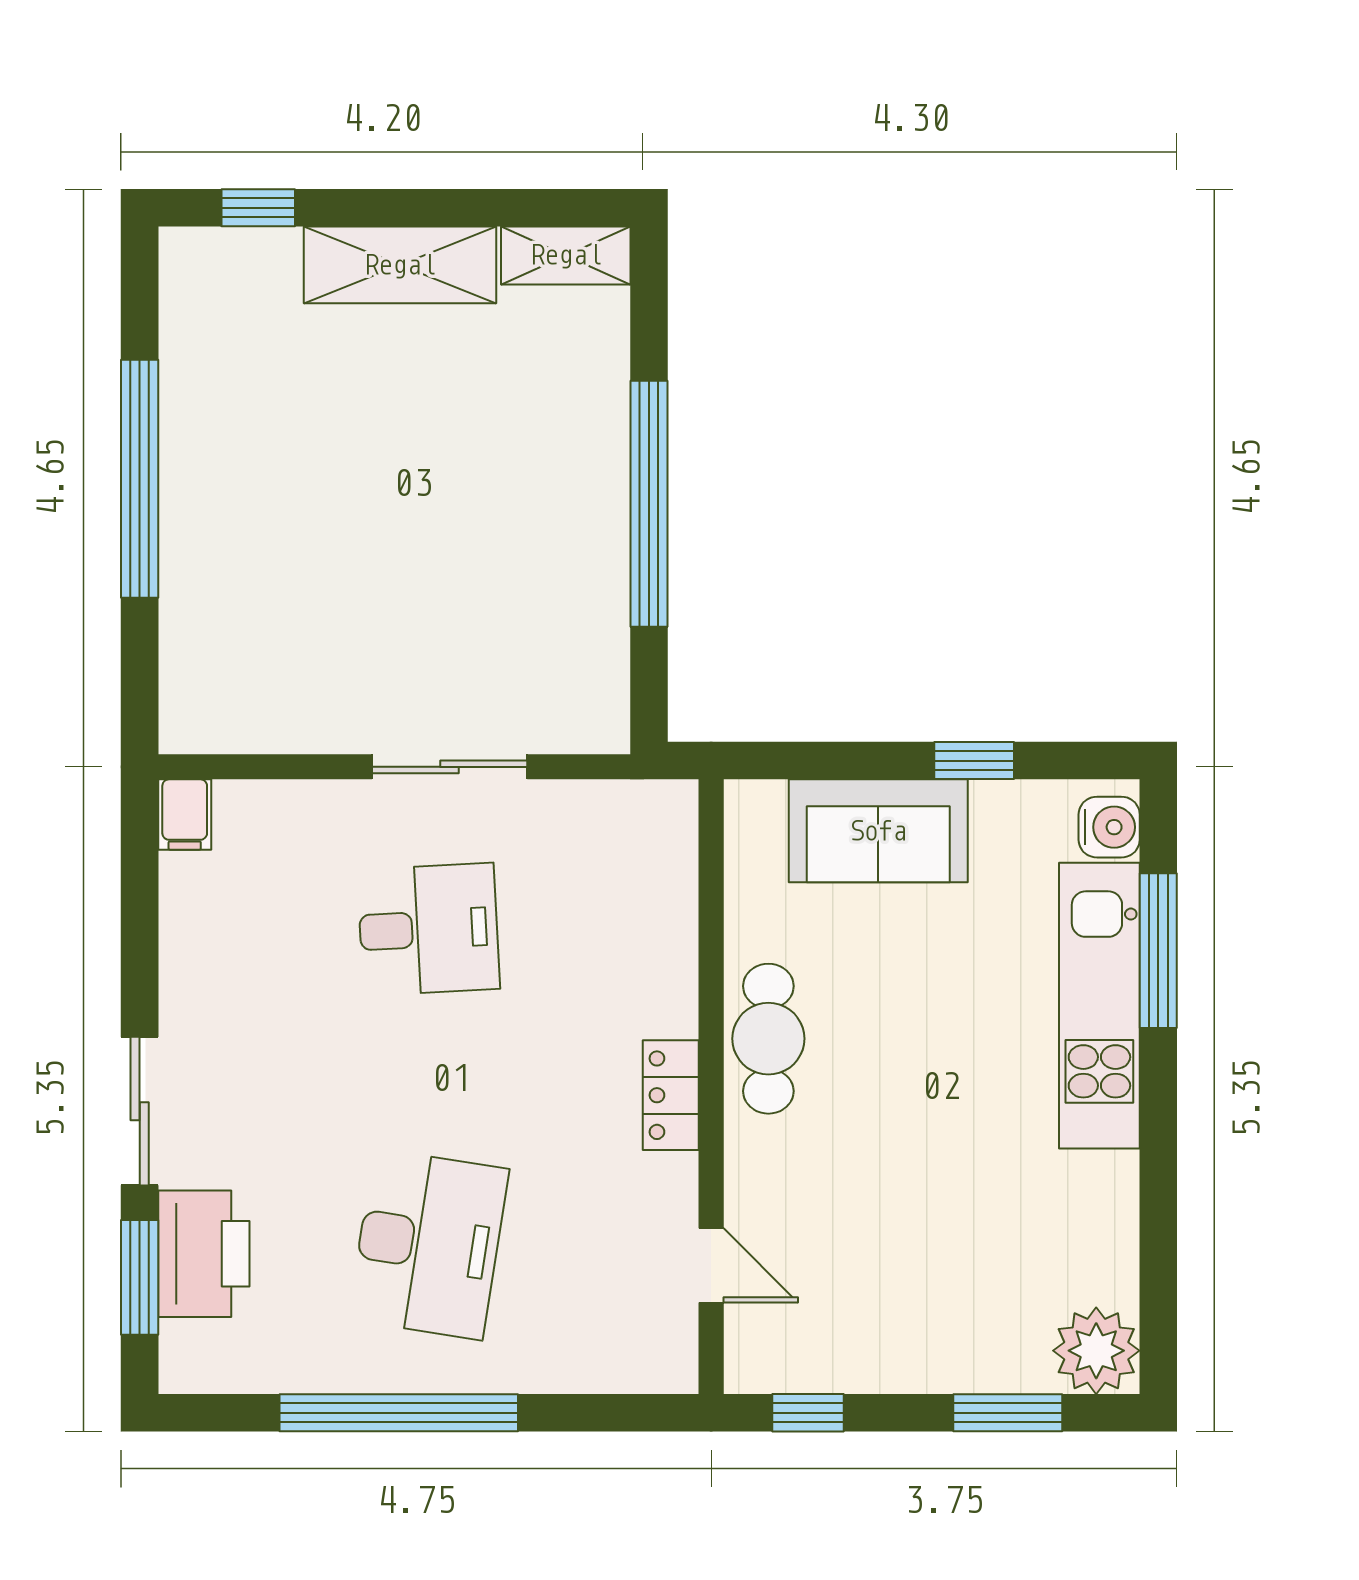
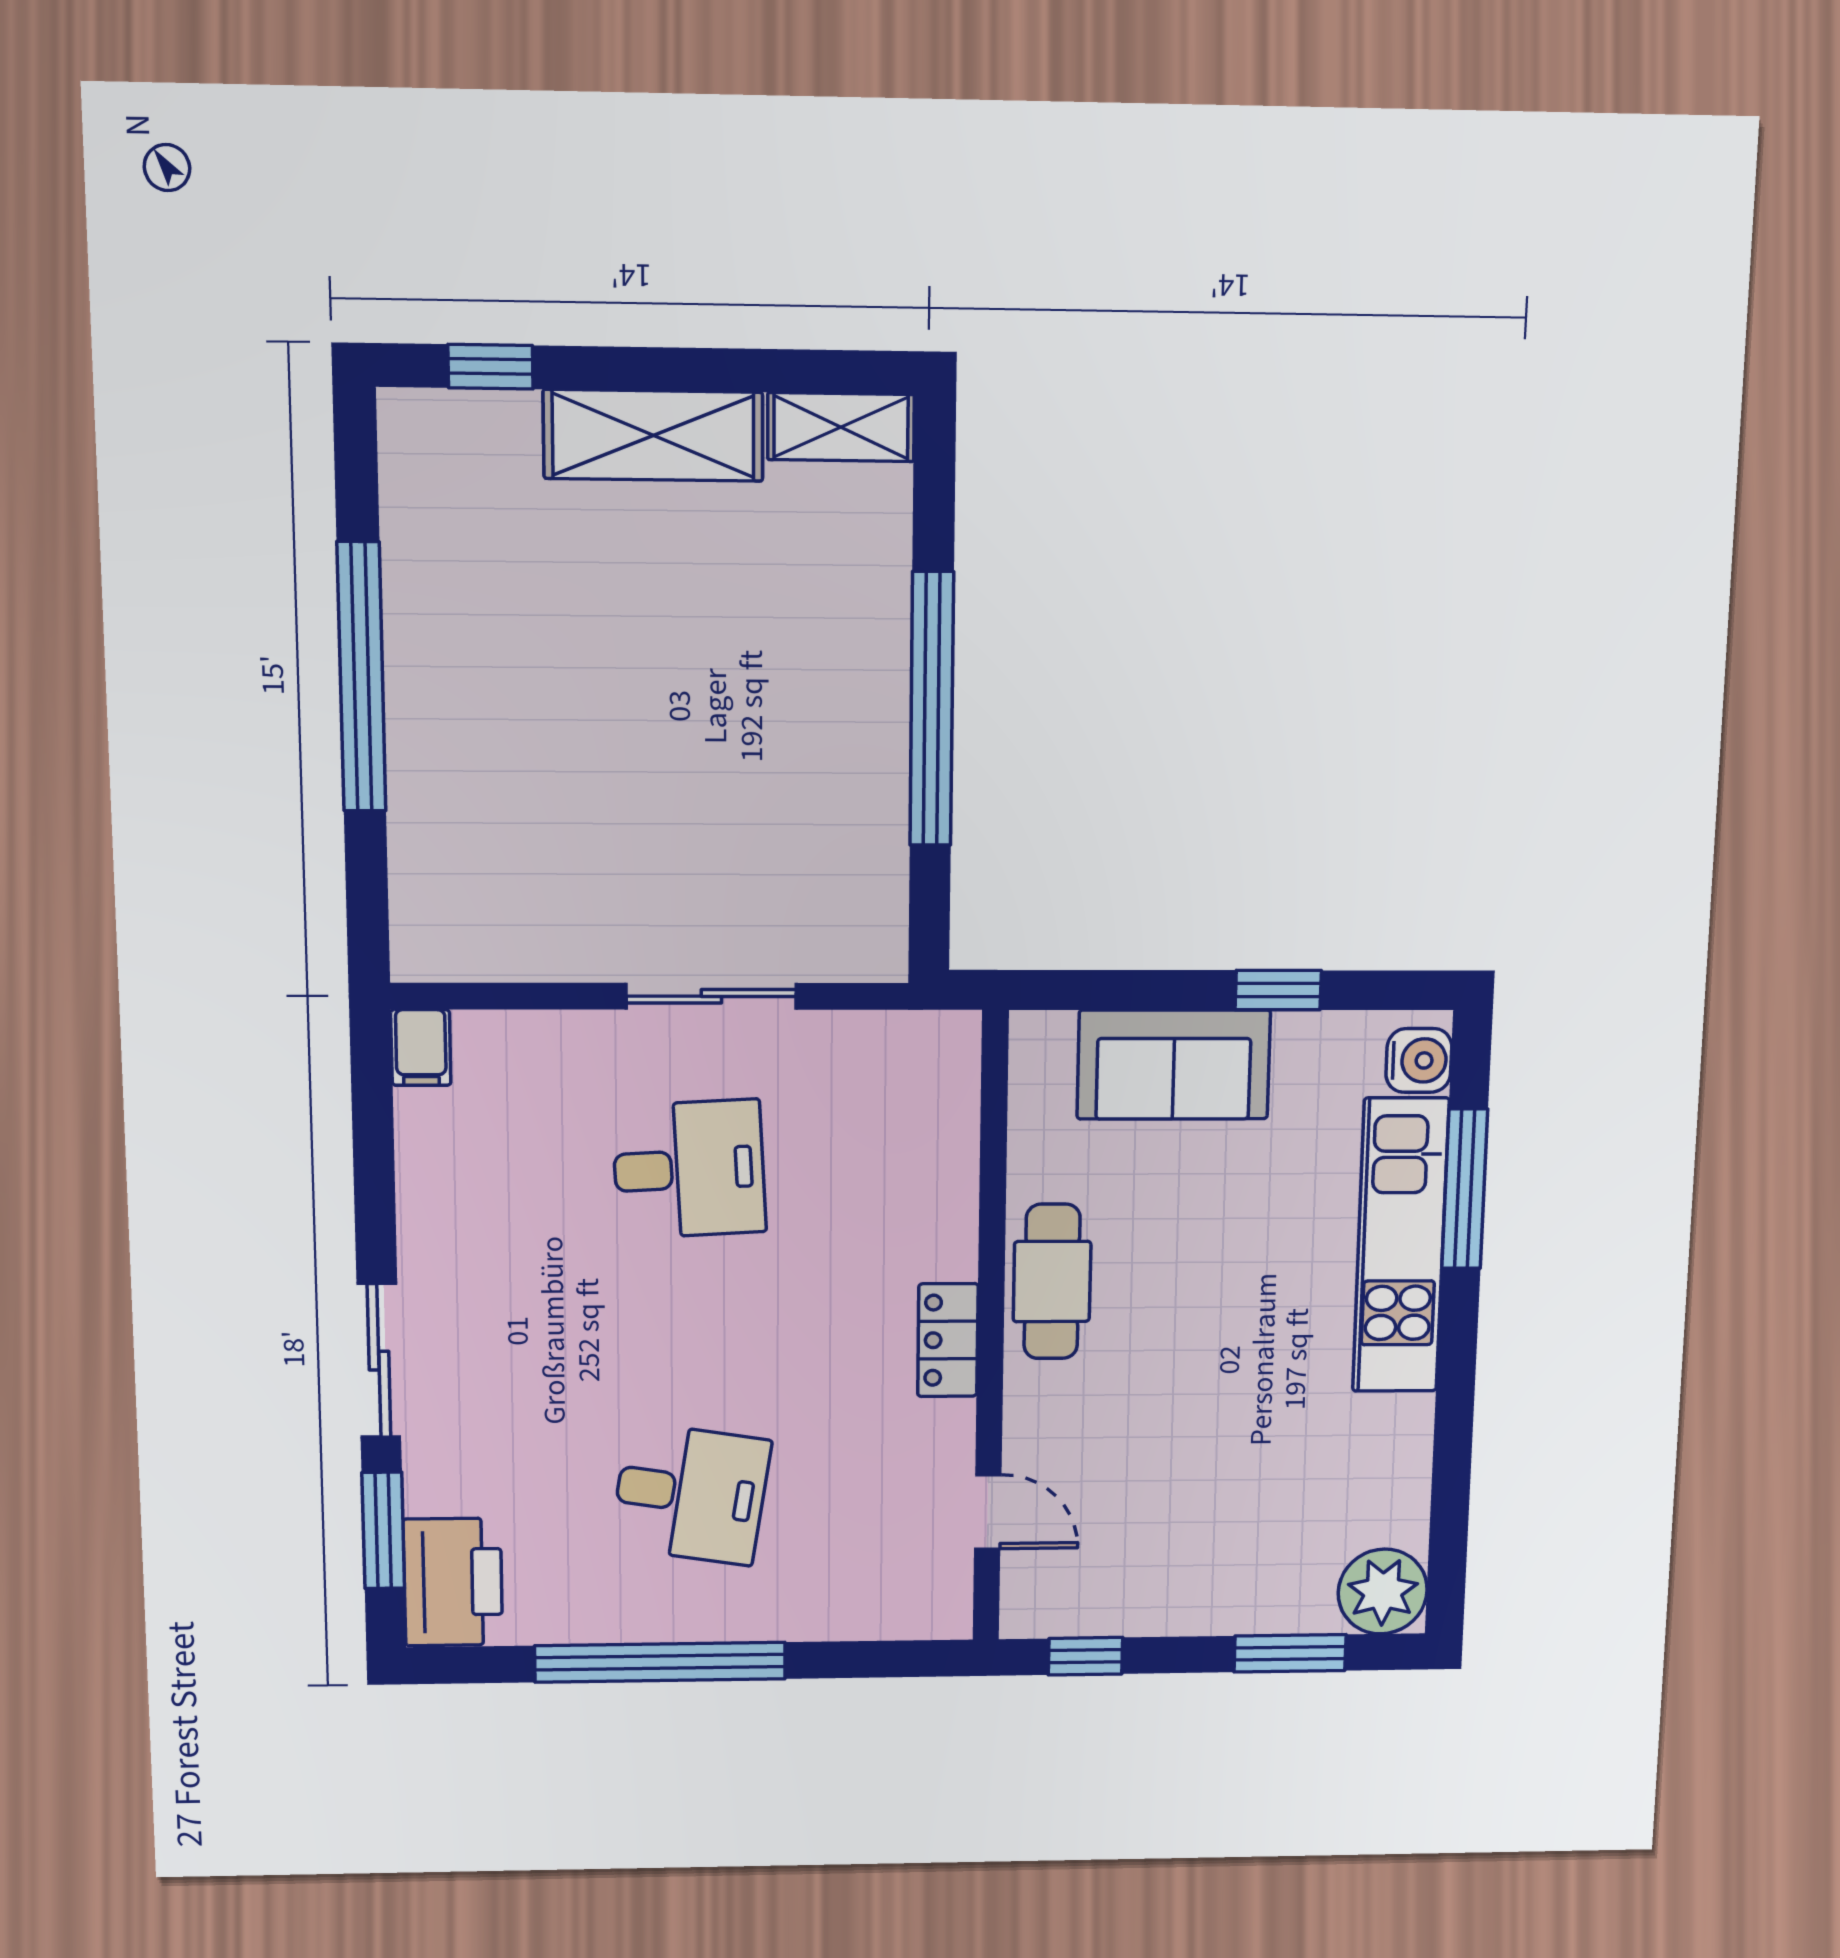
desk: (428, 1244) -> (691, 1494), width x0.73
printer: (204, 1254) -> (453, 1582), moved

